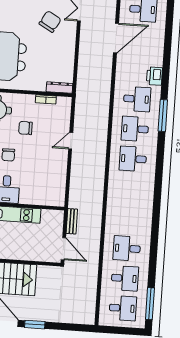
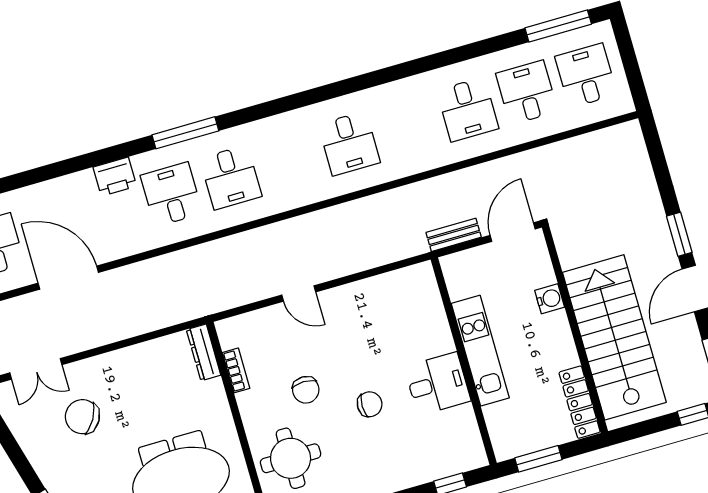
desk: (133, 159) -> (349, 143), moved
water cooler: (27, 255) -> (550, 299), added

